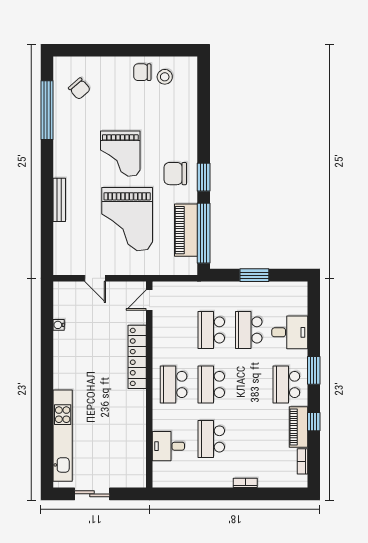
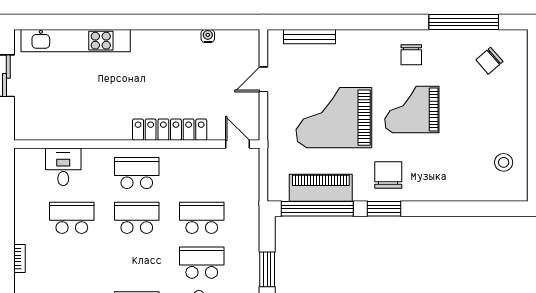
chair: (142, 72) -> (411, 55), moved, turned 180
bench: (59, 200) -> (310, 37), moved

